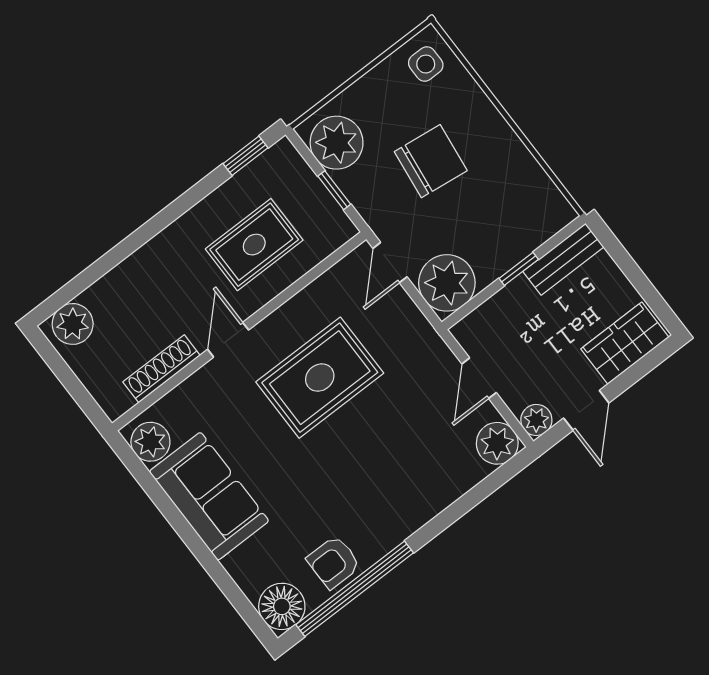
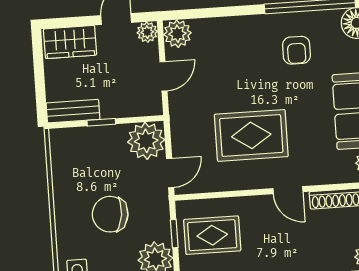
rug: (254, 245) -> (212, 235), moved
door: (228, 340) -> (288, 190), hinge flipped
armchair: (334, 562) -> (296, 50), moved, turned 90

